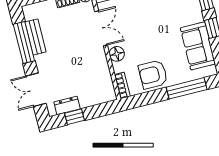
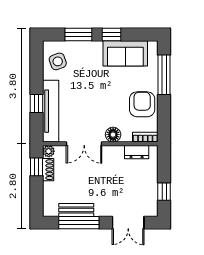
double door: (101, 28) -> (84, 144), swing flipped
armchair: (153, 74) -> (142, 104), turned 180
dresser: (67, 105) -> (137, 152), moved, turned -90

